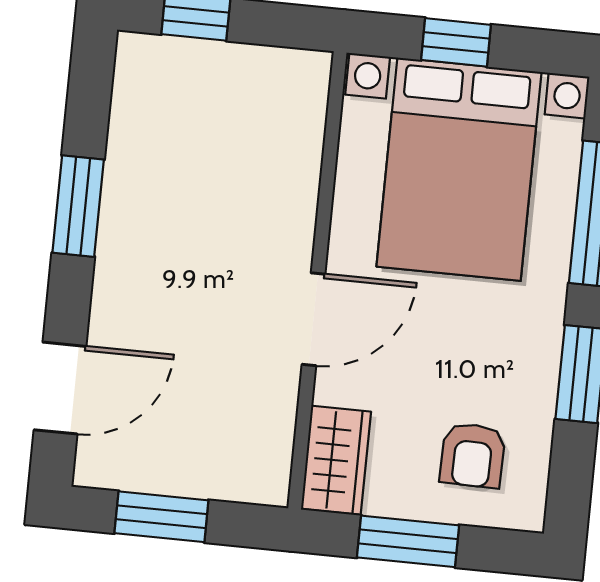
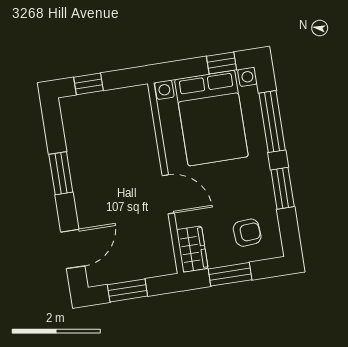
window: (456, 42) -> (221, 63), moved
door: (314, 319) -> (168, 194), hinge flipped
armchair: (473, 455) -> (247, 233), turned -95

